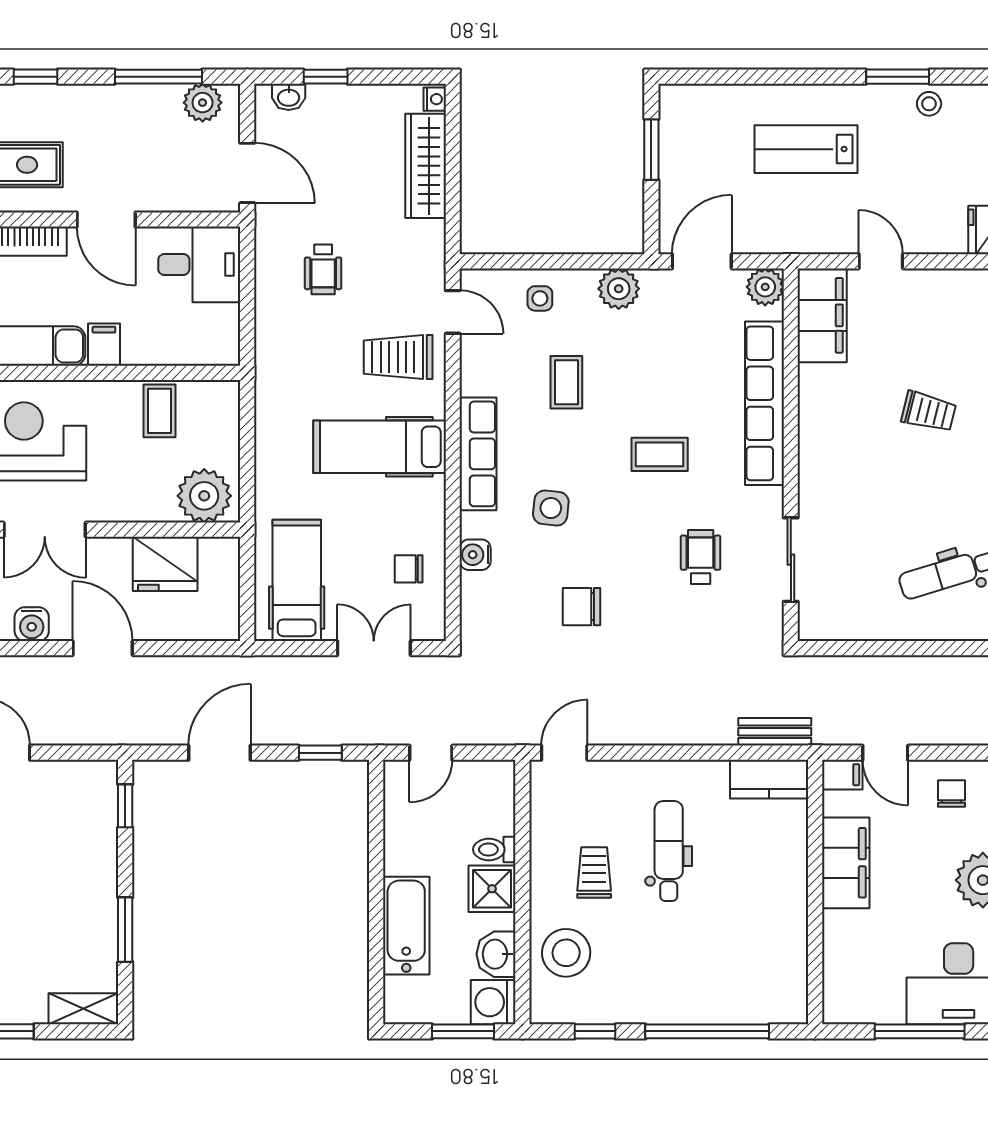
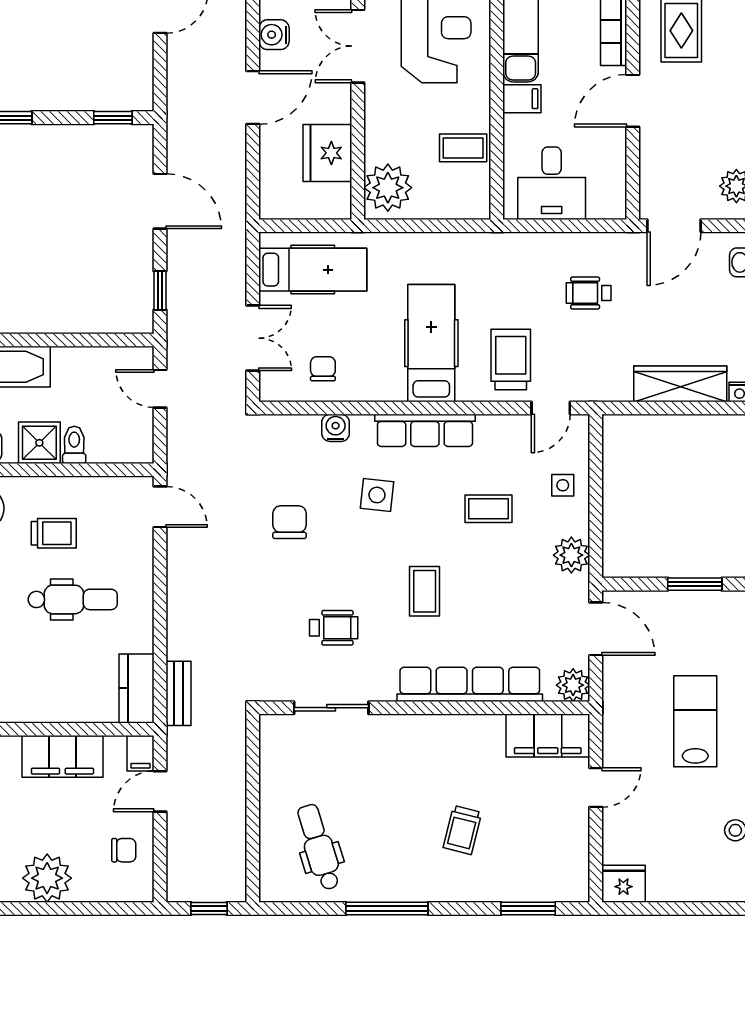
desk: (199, 264) -> (552, 183), moved

